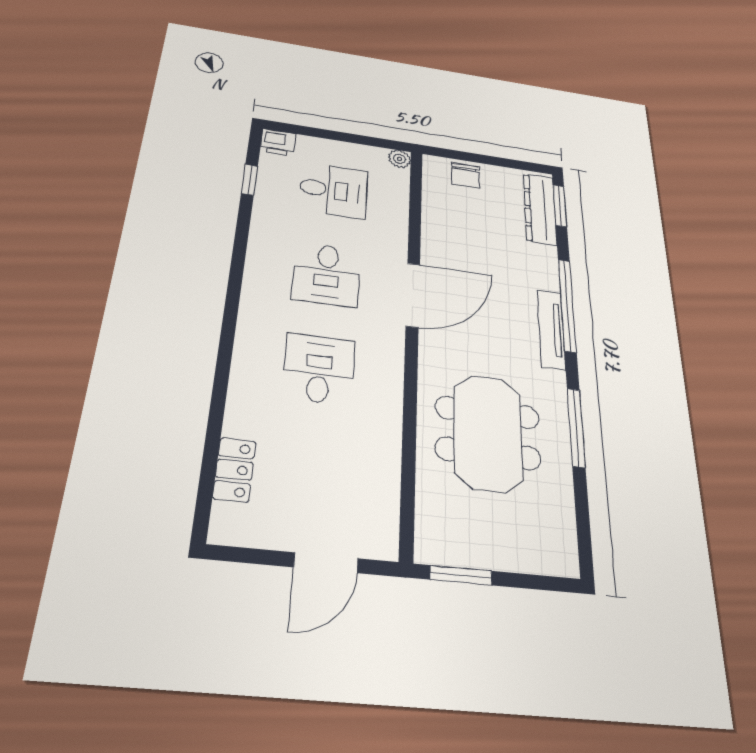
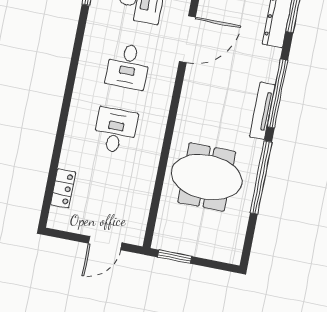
door: (413, 295) -> (187, 39), moved
window: (576, 427) -> (261, 177), width x1.46
meeting table: (488, 433) -> (207, 177), turned 90

